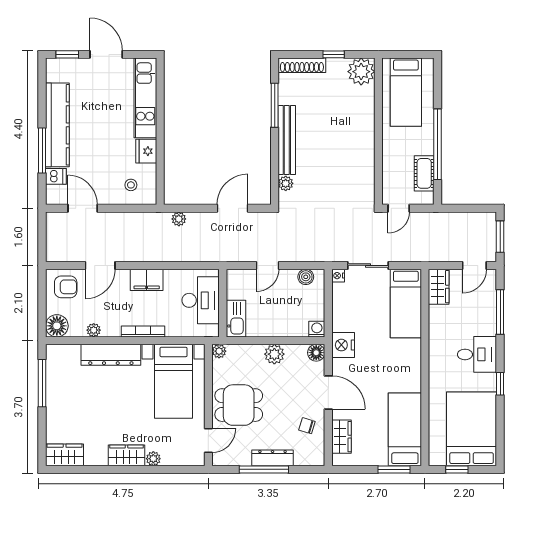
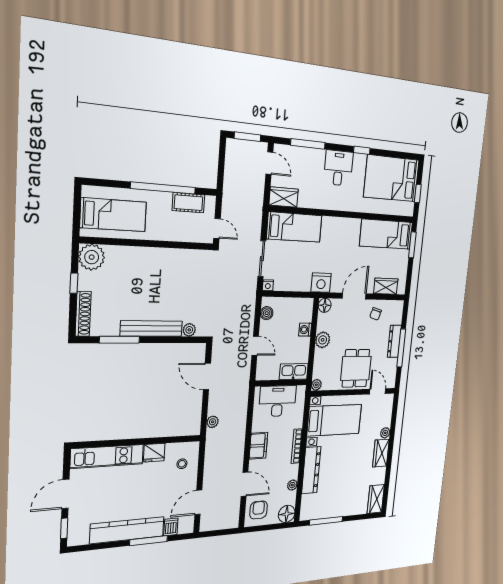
washing machine: (317, 329) -> (305, 330), moved

